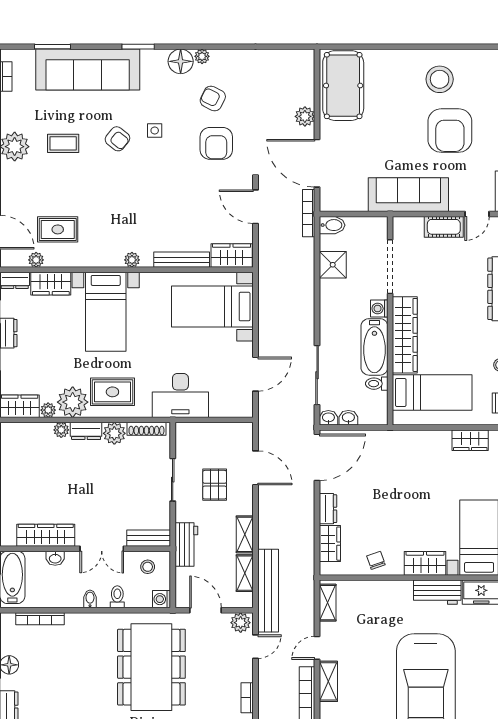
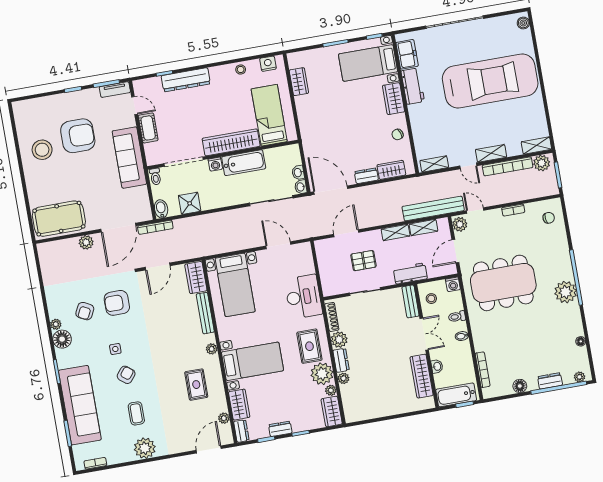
armchair: (216, 143) -> (117, 303), turned 180
rug: (58, 229) -> (196, 385), moved
toilet: (377, 384) -> (155, 177), moved

